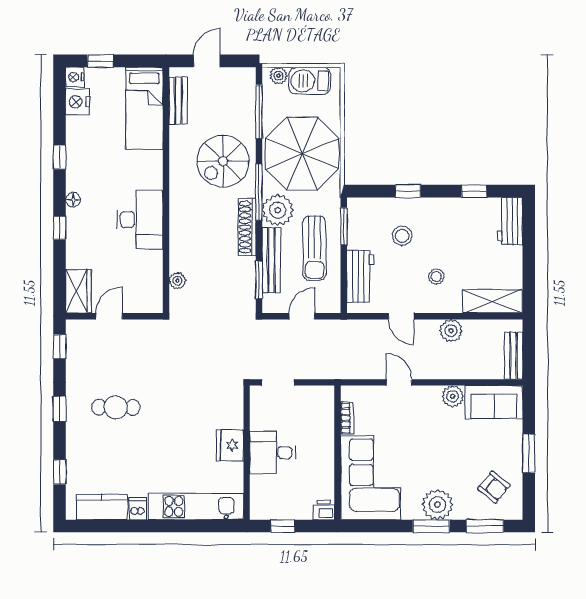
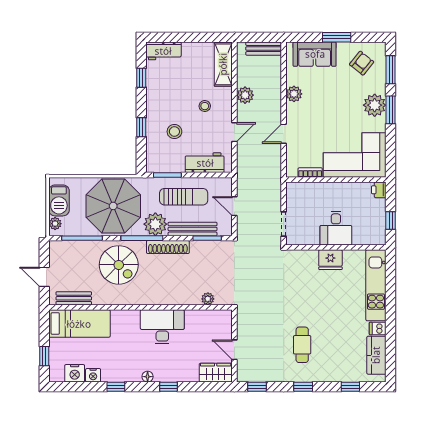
nightstand: (75, 77) -> (93, 375), moved
sofa: (494, 402) -> (315, 54), moved, turned 90

